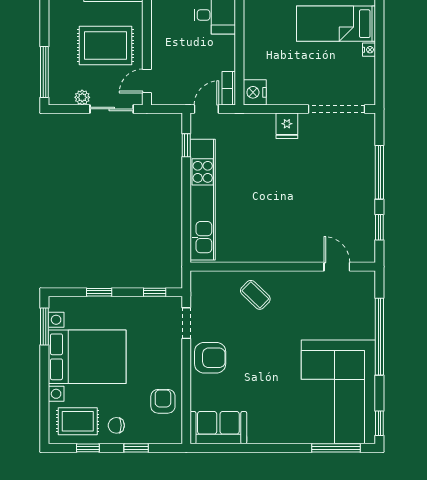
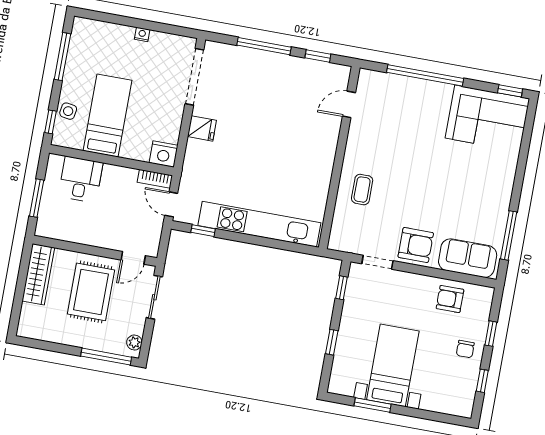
bed: (336, 24) -> (108, 116), moved, turned 180
door: (147, 81) -> (133, 258), hinge flipped
plant: (82, 97) -> (134, 342), moved
coffee table: (255, 295) -> (362, 190), turned -44
window: (44, 327) -> (373, 405), moved
bed with nightstands: (87, 357) -> (393, 365), width x0.73
armchair: (210, 358) -> (416, 245), turned 90
corner sofa: (338, 392) -> (487, 118), width x0.73, depth x0.74
rug: (78, 421) -> (454, 386), removed
sofa: (218, 428) -> (468, 258), moved, turned 90
window: (336, 448) -> (509, 235), moved

